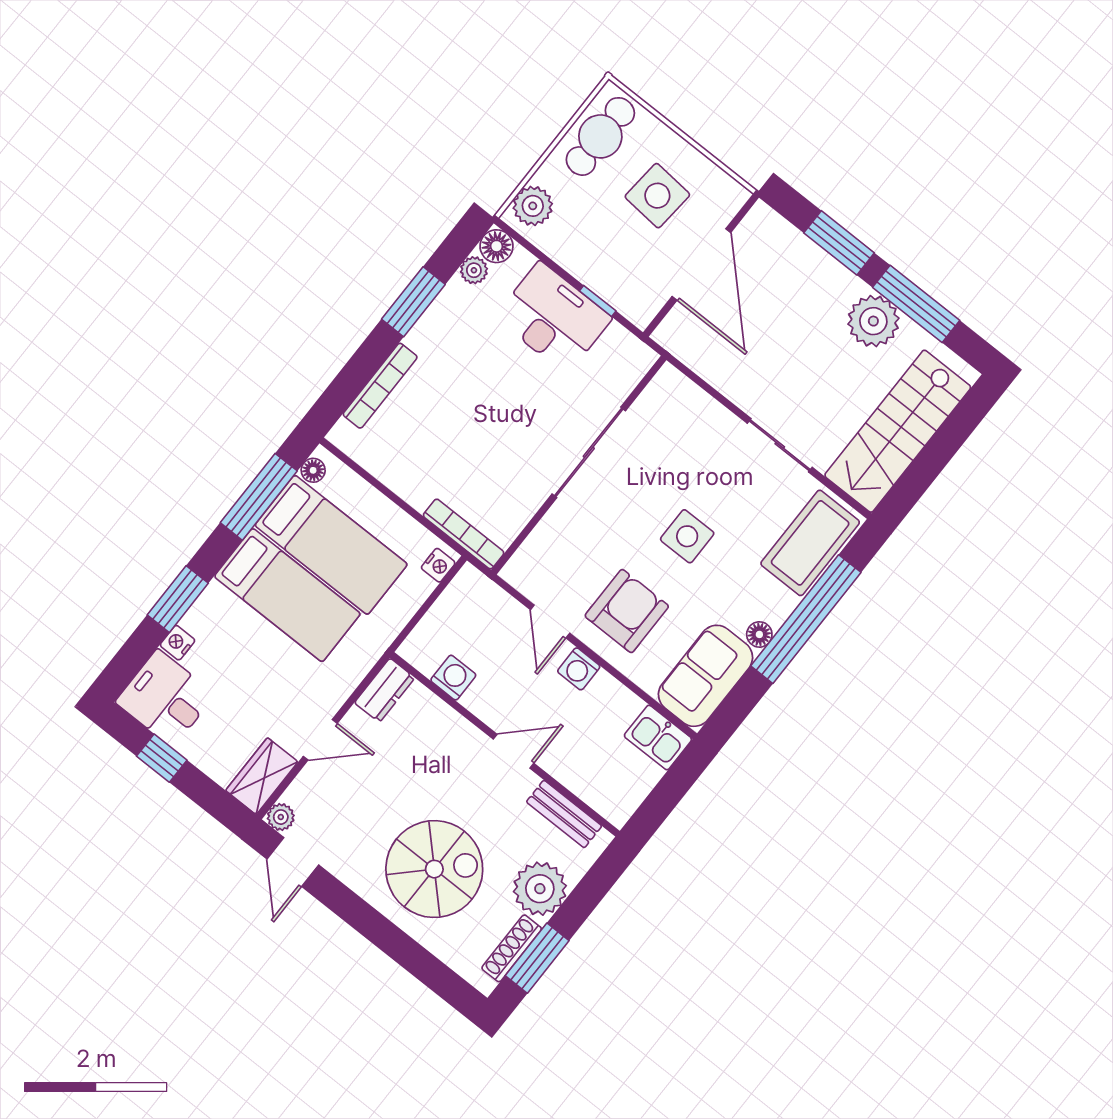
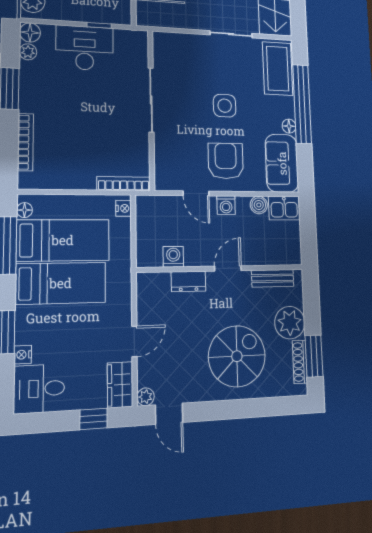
dresser: (385, 690) -> (188, 281), moved, turned 90
boiler: (625, 705) -> (259, 205), added
window: (162, 758) -> (94, 419), moved

